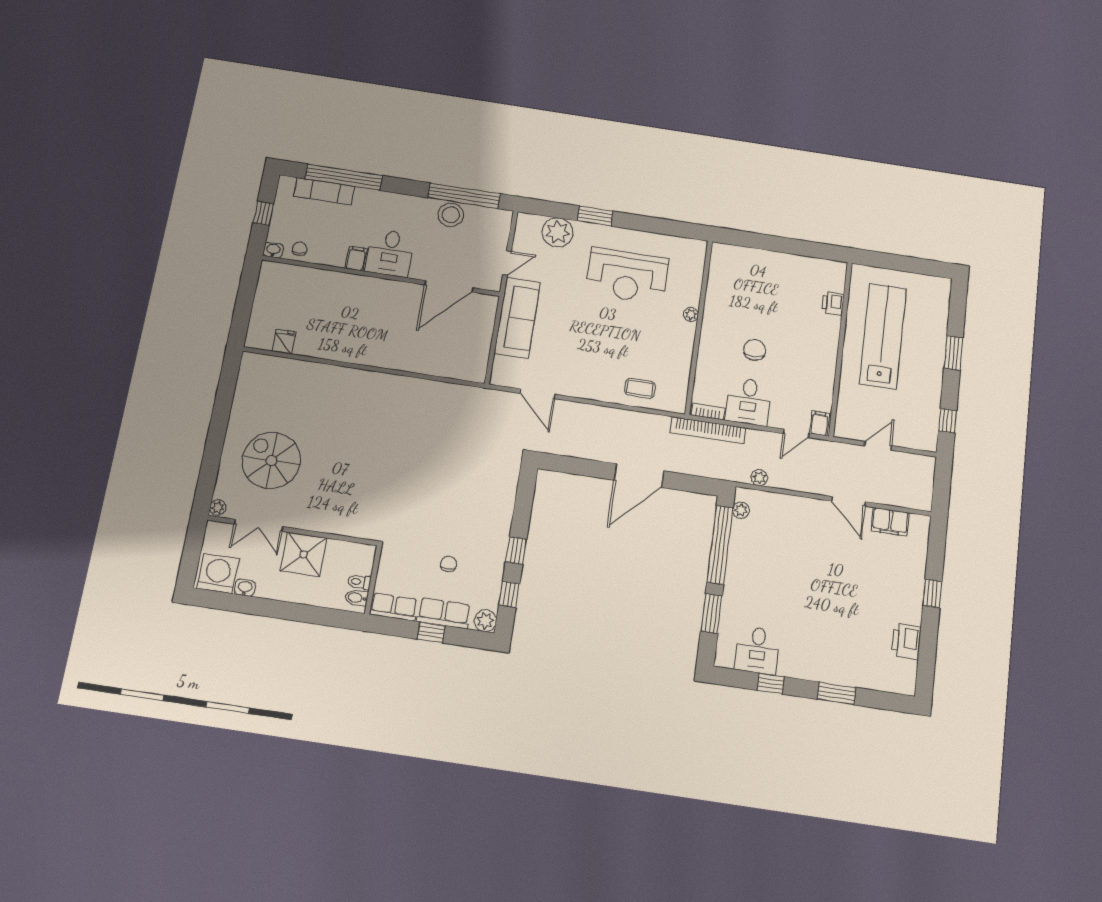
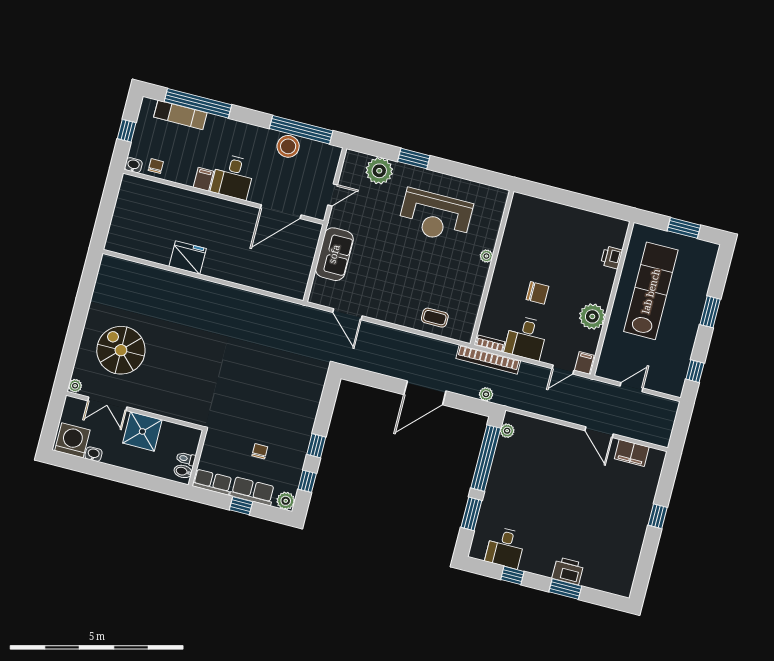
window: (909, 264) -> (684, 228), added
sofa: (517, 318) -> (334, 254), width x0.73
fridge: (284, 342) -> (188, 257), moved, width x1.88, depth x1.34
chair: (755, 350) -> (537, 293), turned 90
plant: (821, 370) -> (592, 316), added
plant: (759, 478) -> (486, 394), moved
printer: (906, 641) -> (568, 571), moved, turned 90

